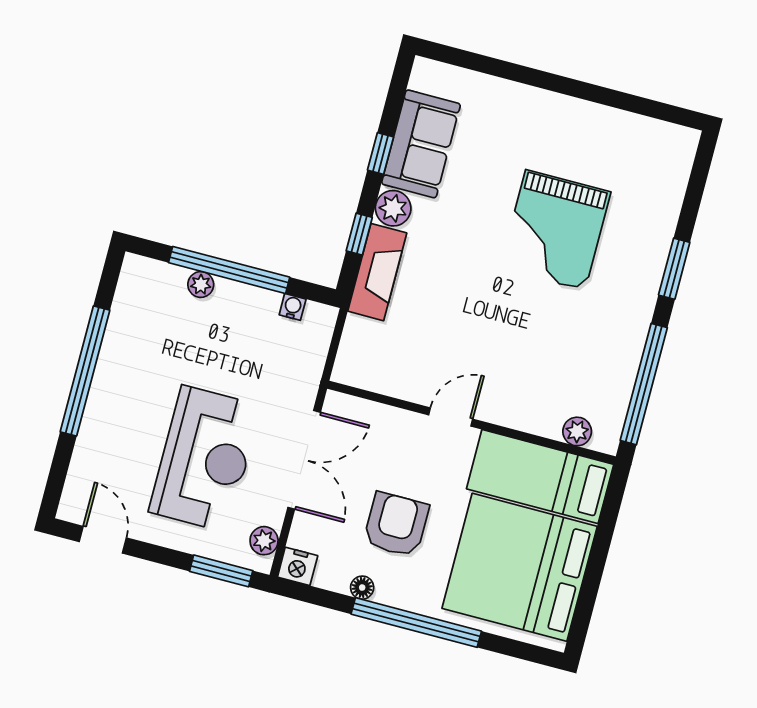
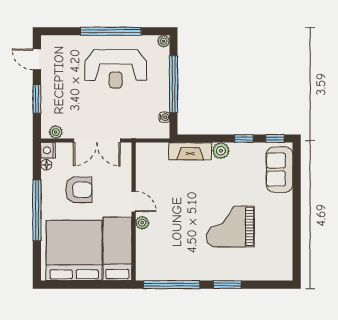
sofa: (421, 144) -> (279, 170), moved, turned 90
window: (359, 234) -> (275, 139), moved
plant: (201, 284) -> (164, 41), moved
plant: (577, 431) -> (142, 223), moved
reception desk: (205, 459) -> (116, 69), moved
door: (103, 540) -> (37, 59), swing flipped
window: (221, 571) -> (37, 99), moved
floor lamp: (362, 588) -> (46, 165), moved

